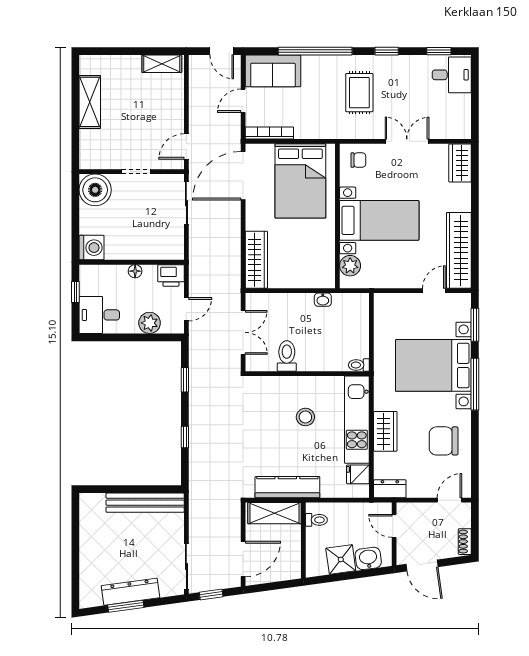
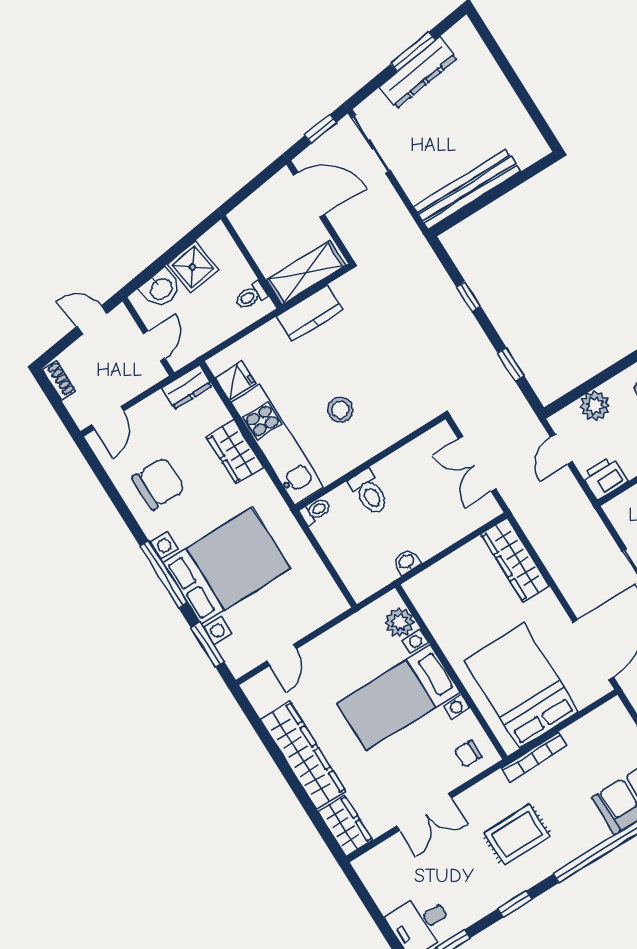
rug: (359, 93) -> (517, 834), turned 90
bookcase: (269, 133) -> (534, 757), moved
wardrobe: (459, 250) -> (303, 755), moved
toilet: (287, 356) -> (369, 492), moved
kitchen counter: (287, 487) -> (310, 313), width x0.67
door: (394, 526) -> (154, 346), hinge flipped
door: (243, 559) -> (309, 195), swing flipped
door: (422, 565) -> (92, 320), width x0.73

